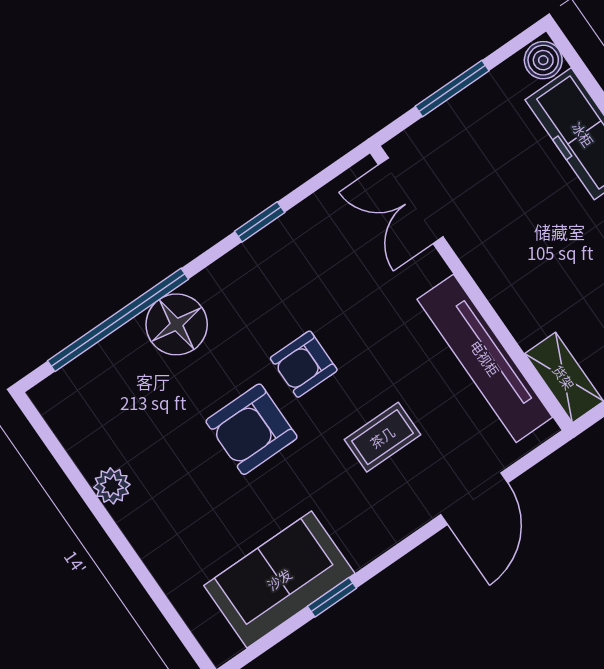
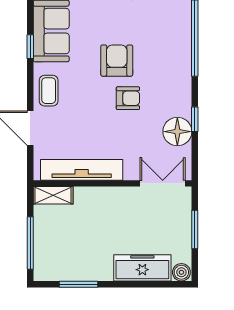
floor lamp: (177, 324) -> (177, 132), moved
armchair: (304, 364) -> (128, 98), turned 90
coffee table: (382, 437) -> (49, 91), moved

